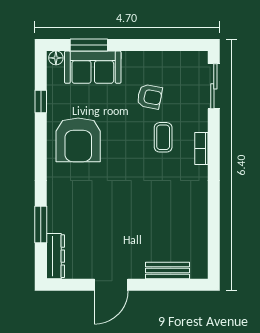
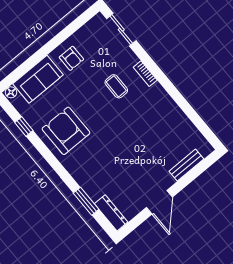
window: (89, 45) -> (24, 68), removed
armchair: (150, 97) -> (71, 58), moved, turned 79
armchair: (78, 140) -> (66, 131), turned 180

